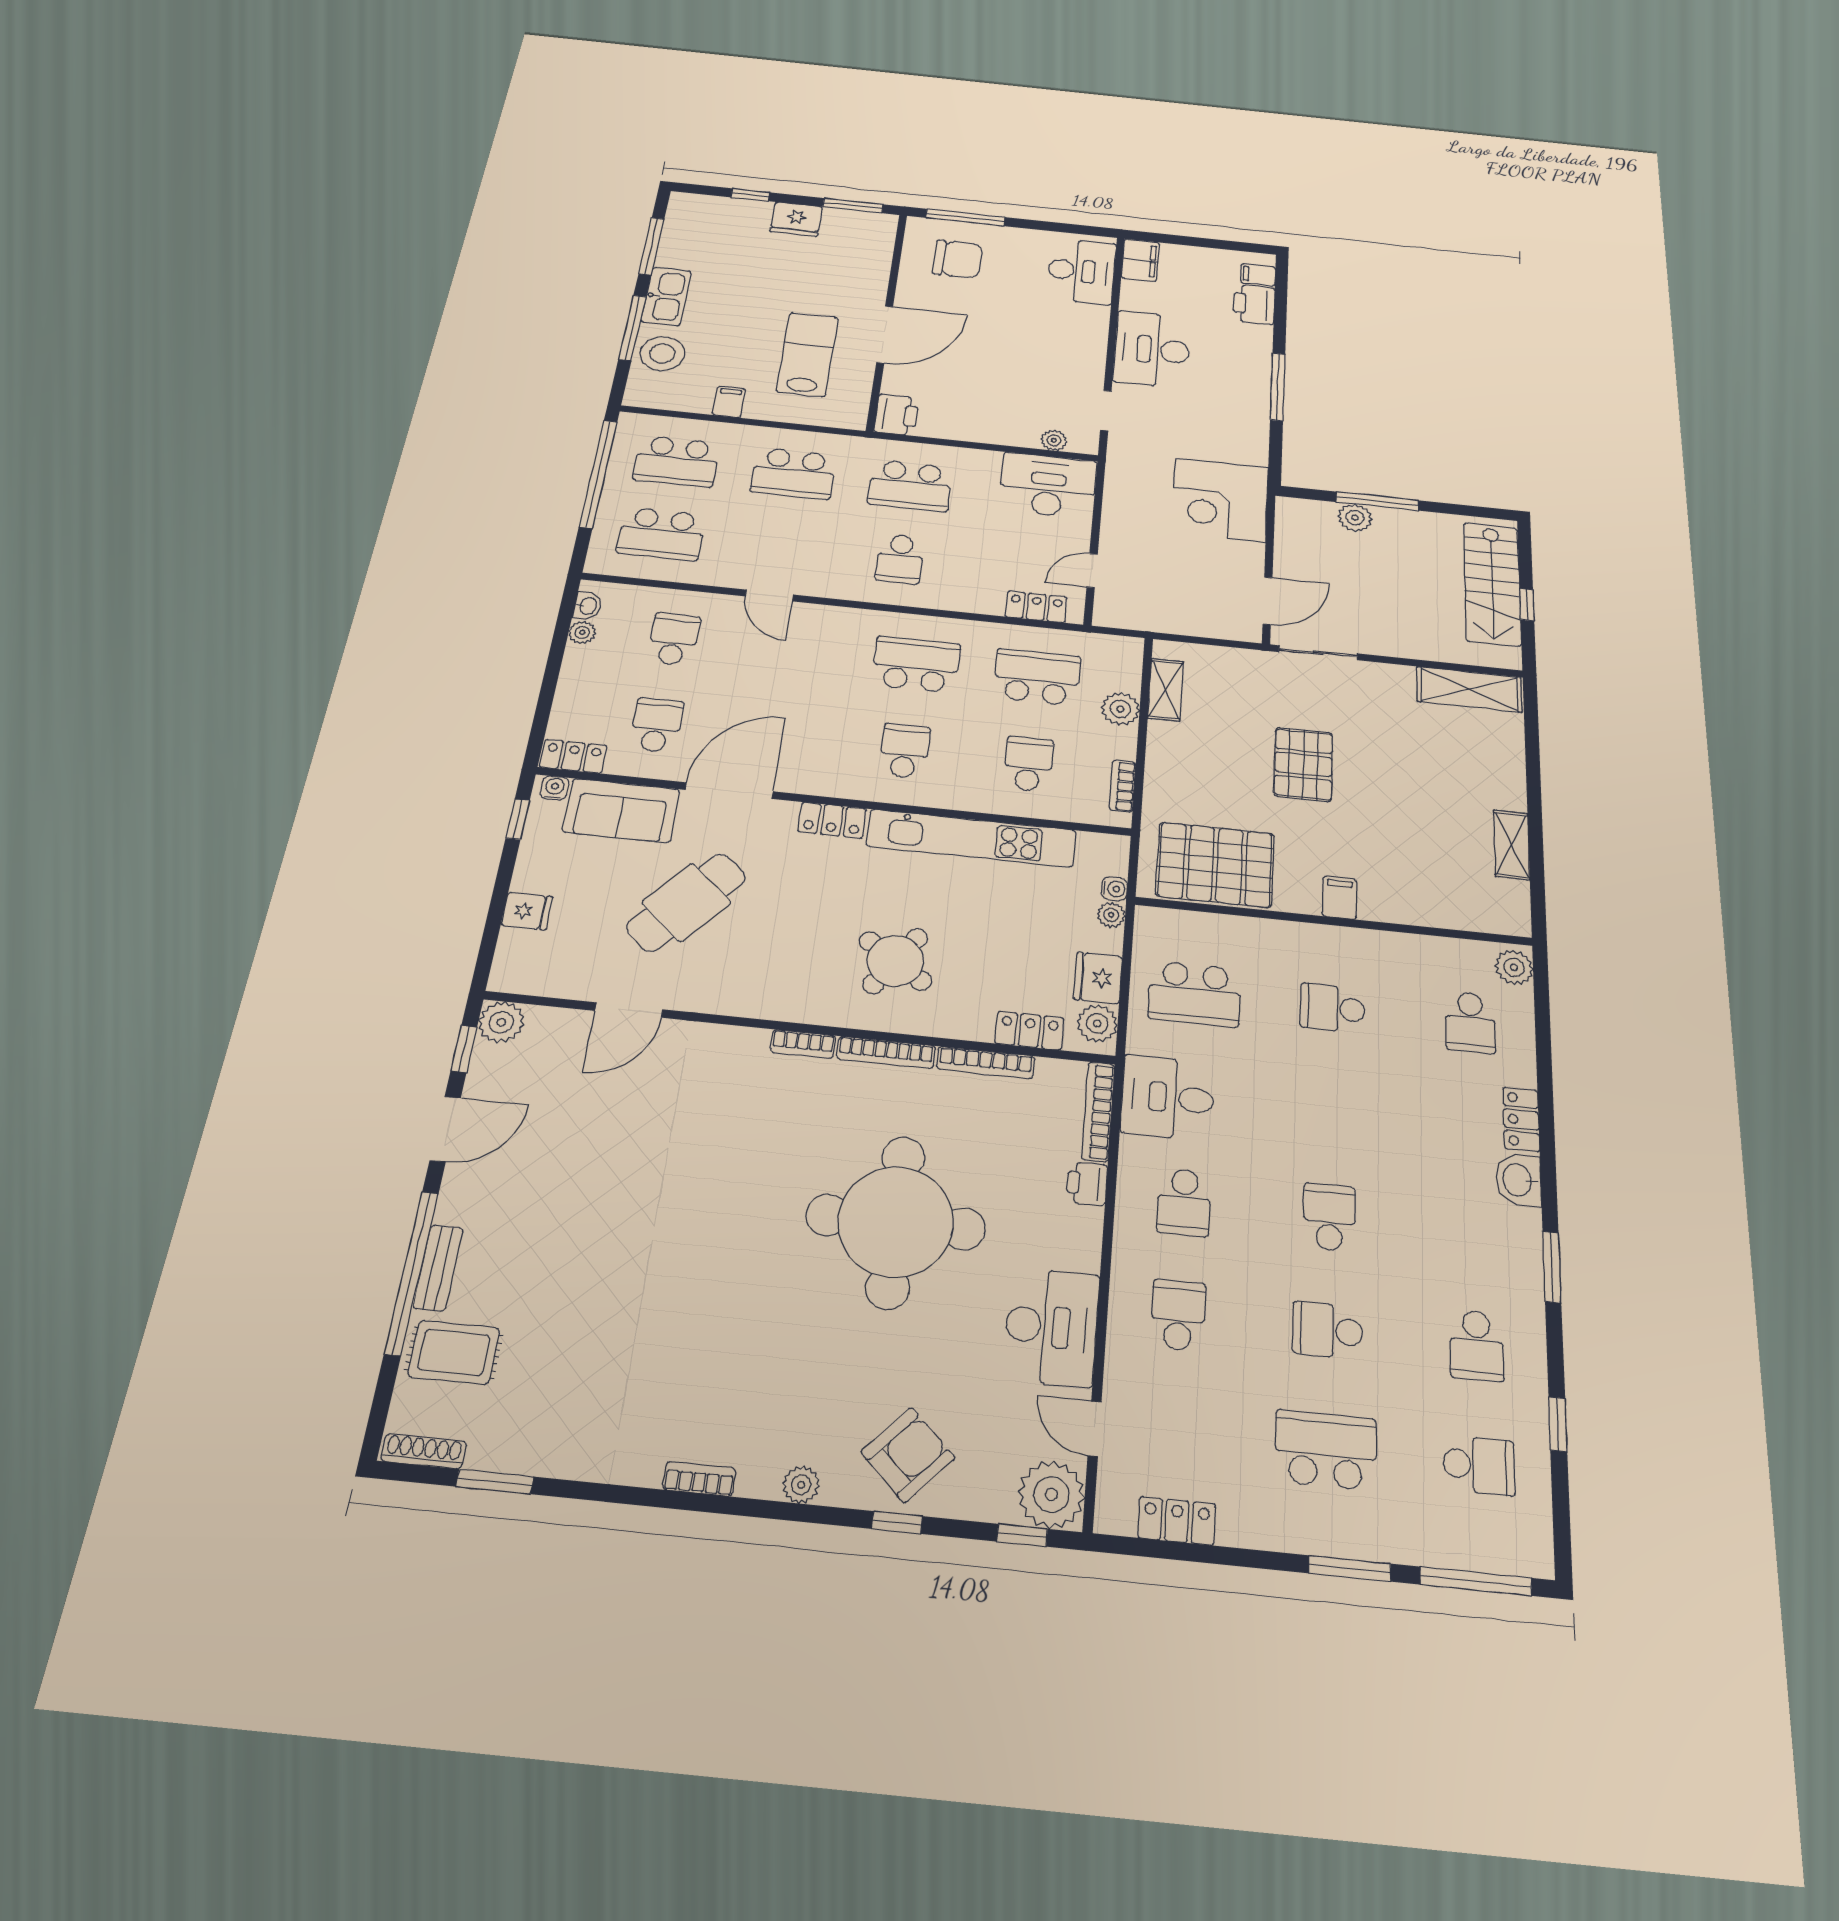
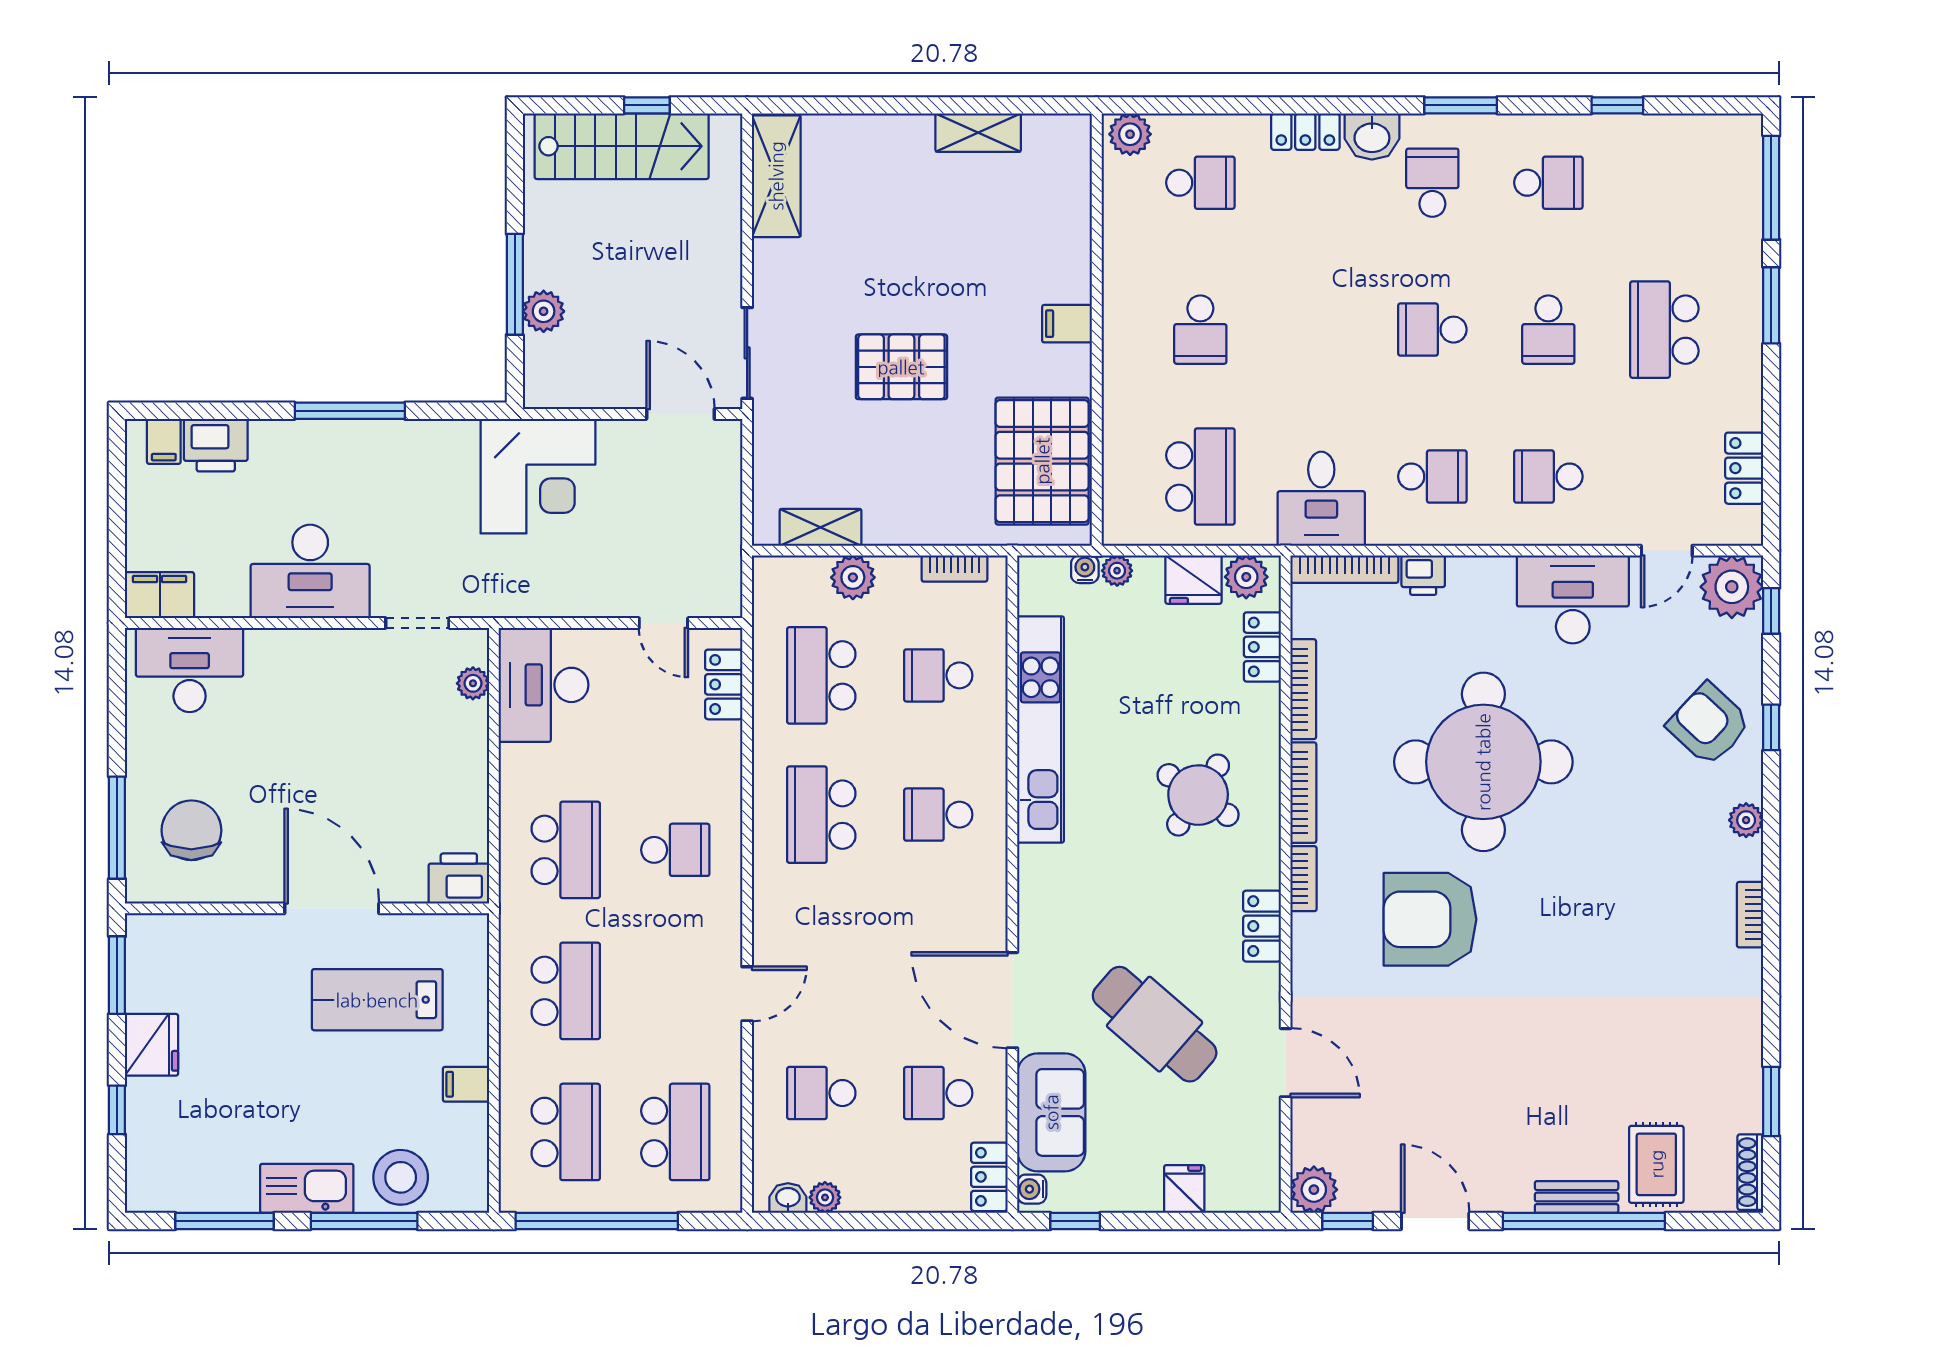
locker: (832, 820) -> (1262, 926), moved, turned 180
armchair: (746, 1155) -> (1430, 919), added
school desk: (1479, 1465) -> (1432, 183), moved

